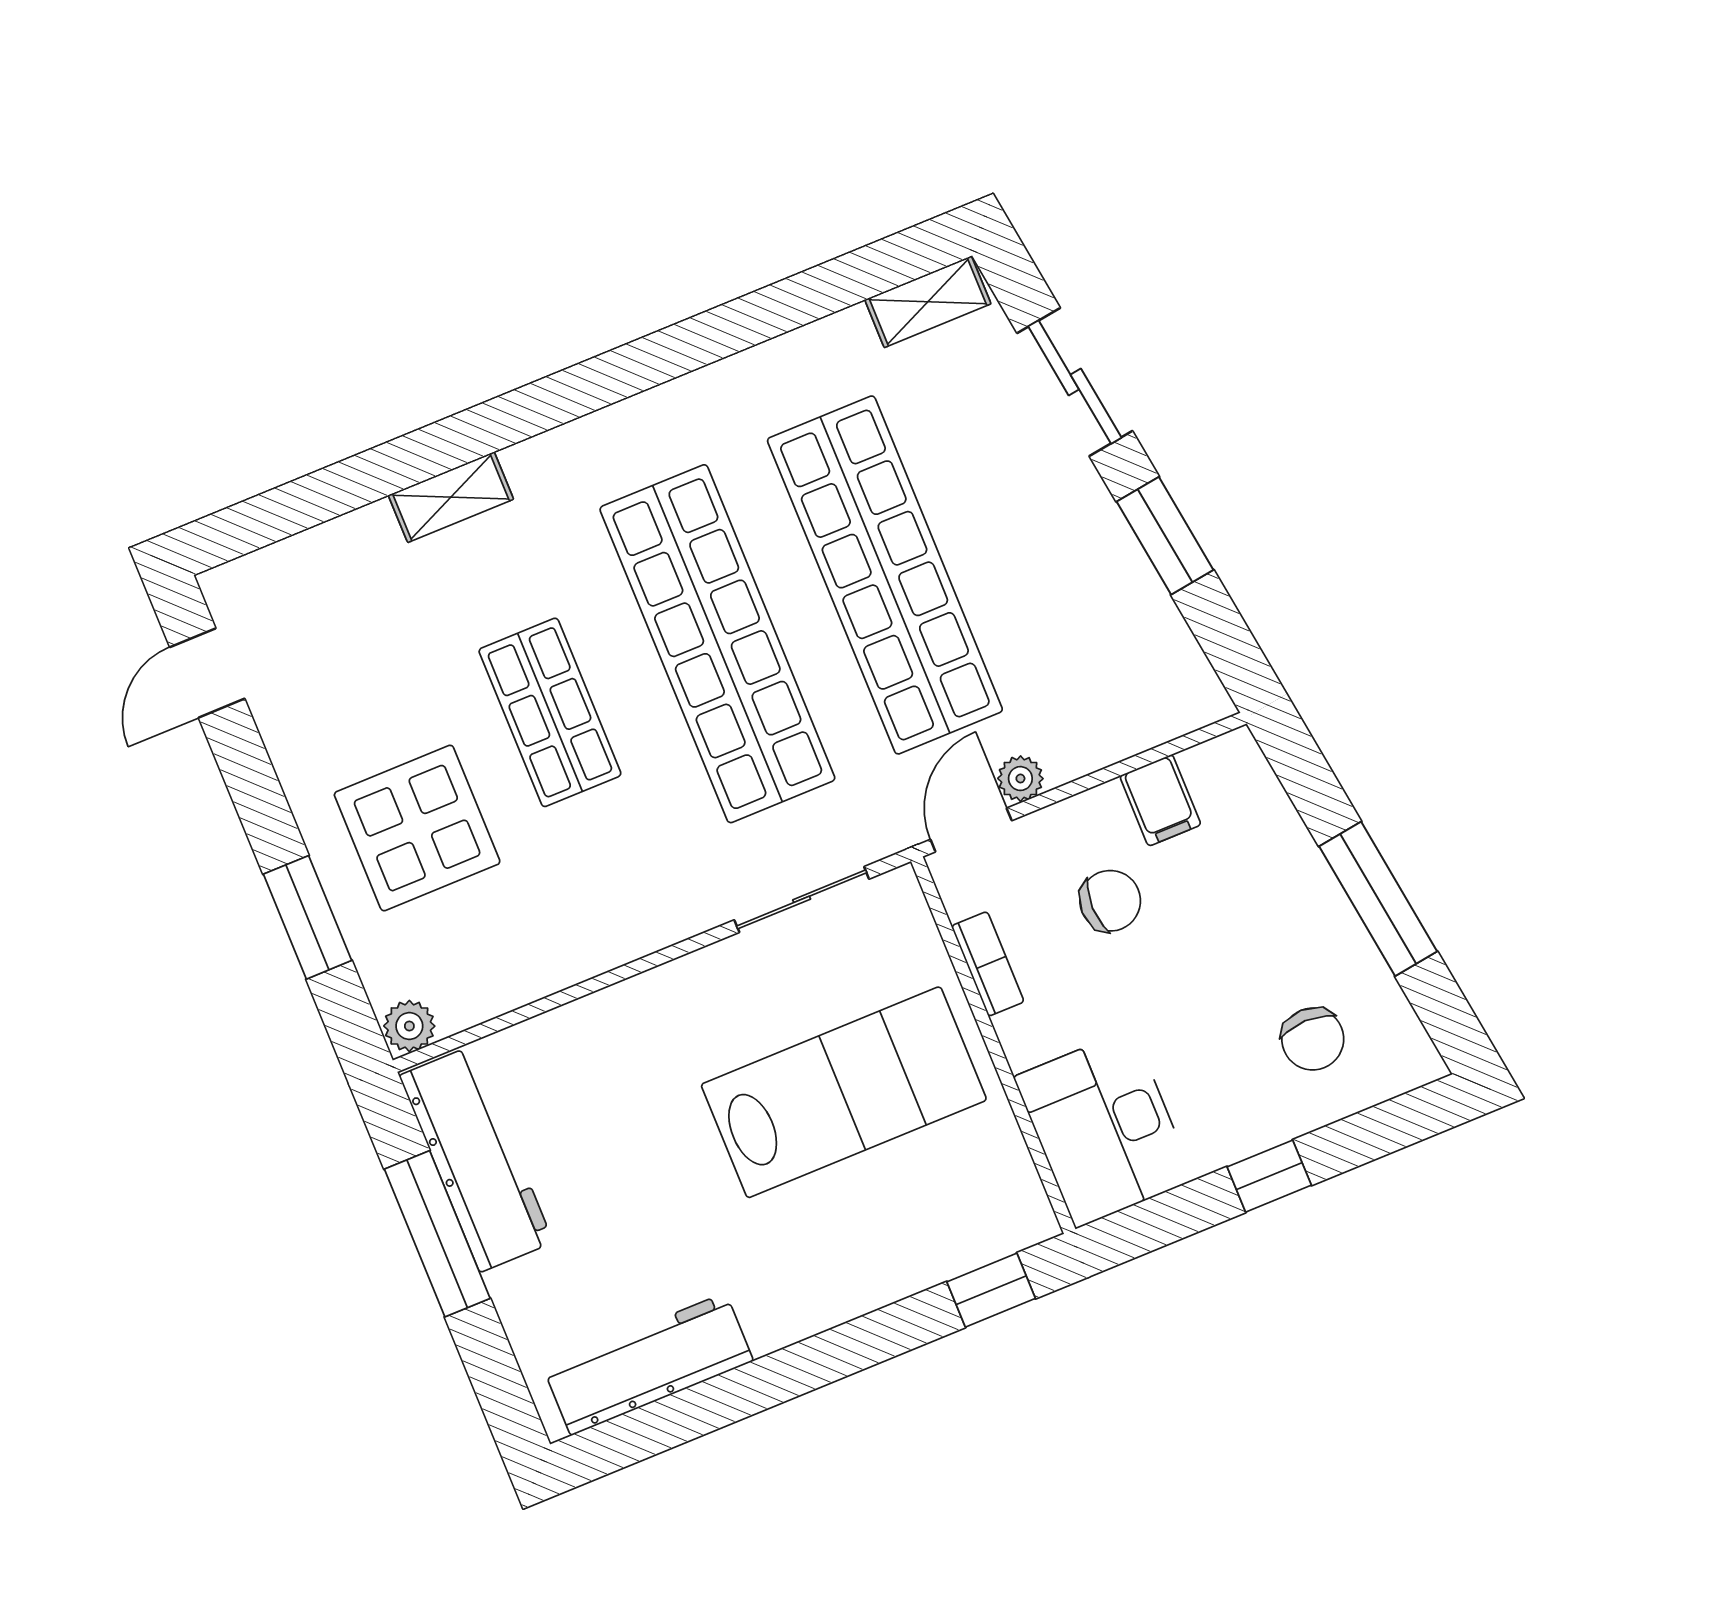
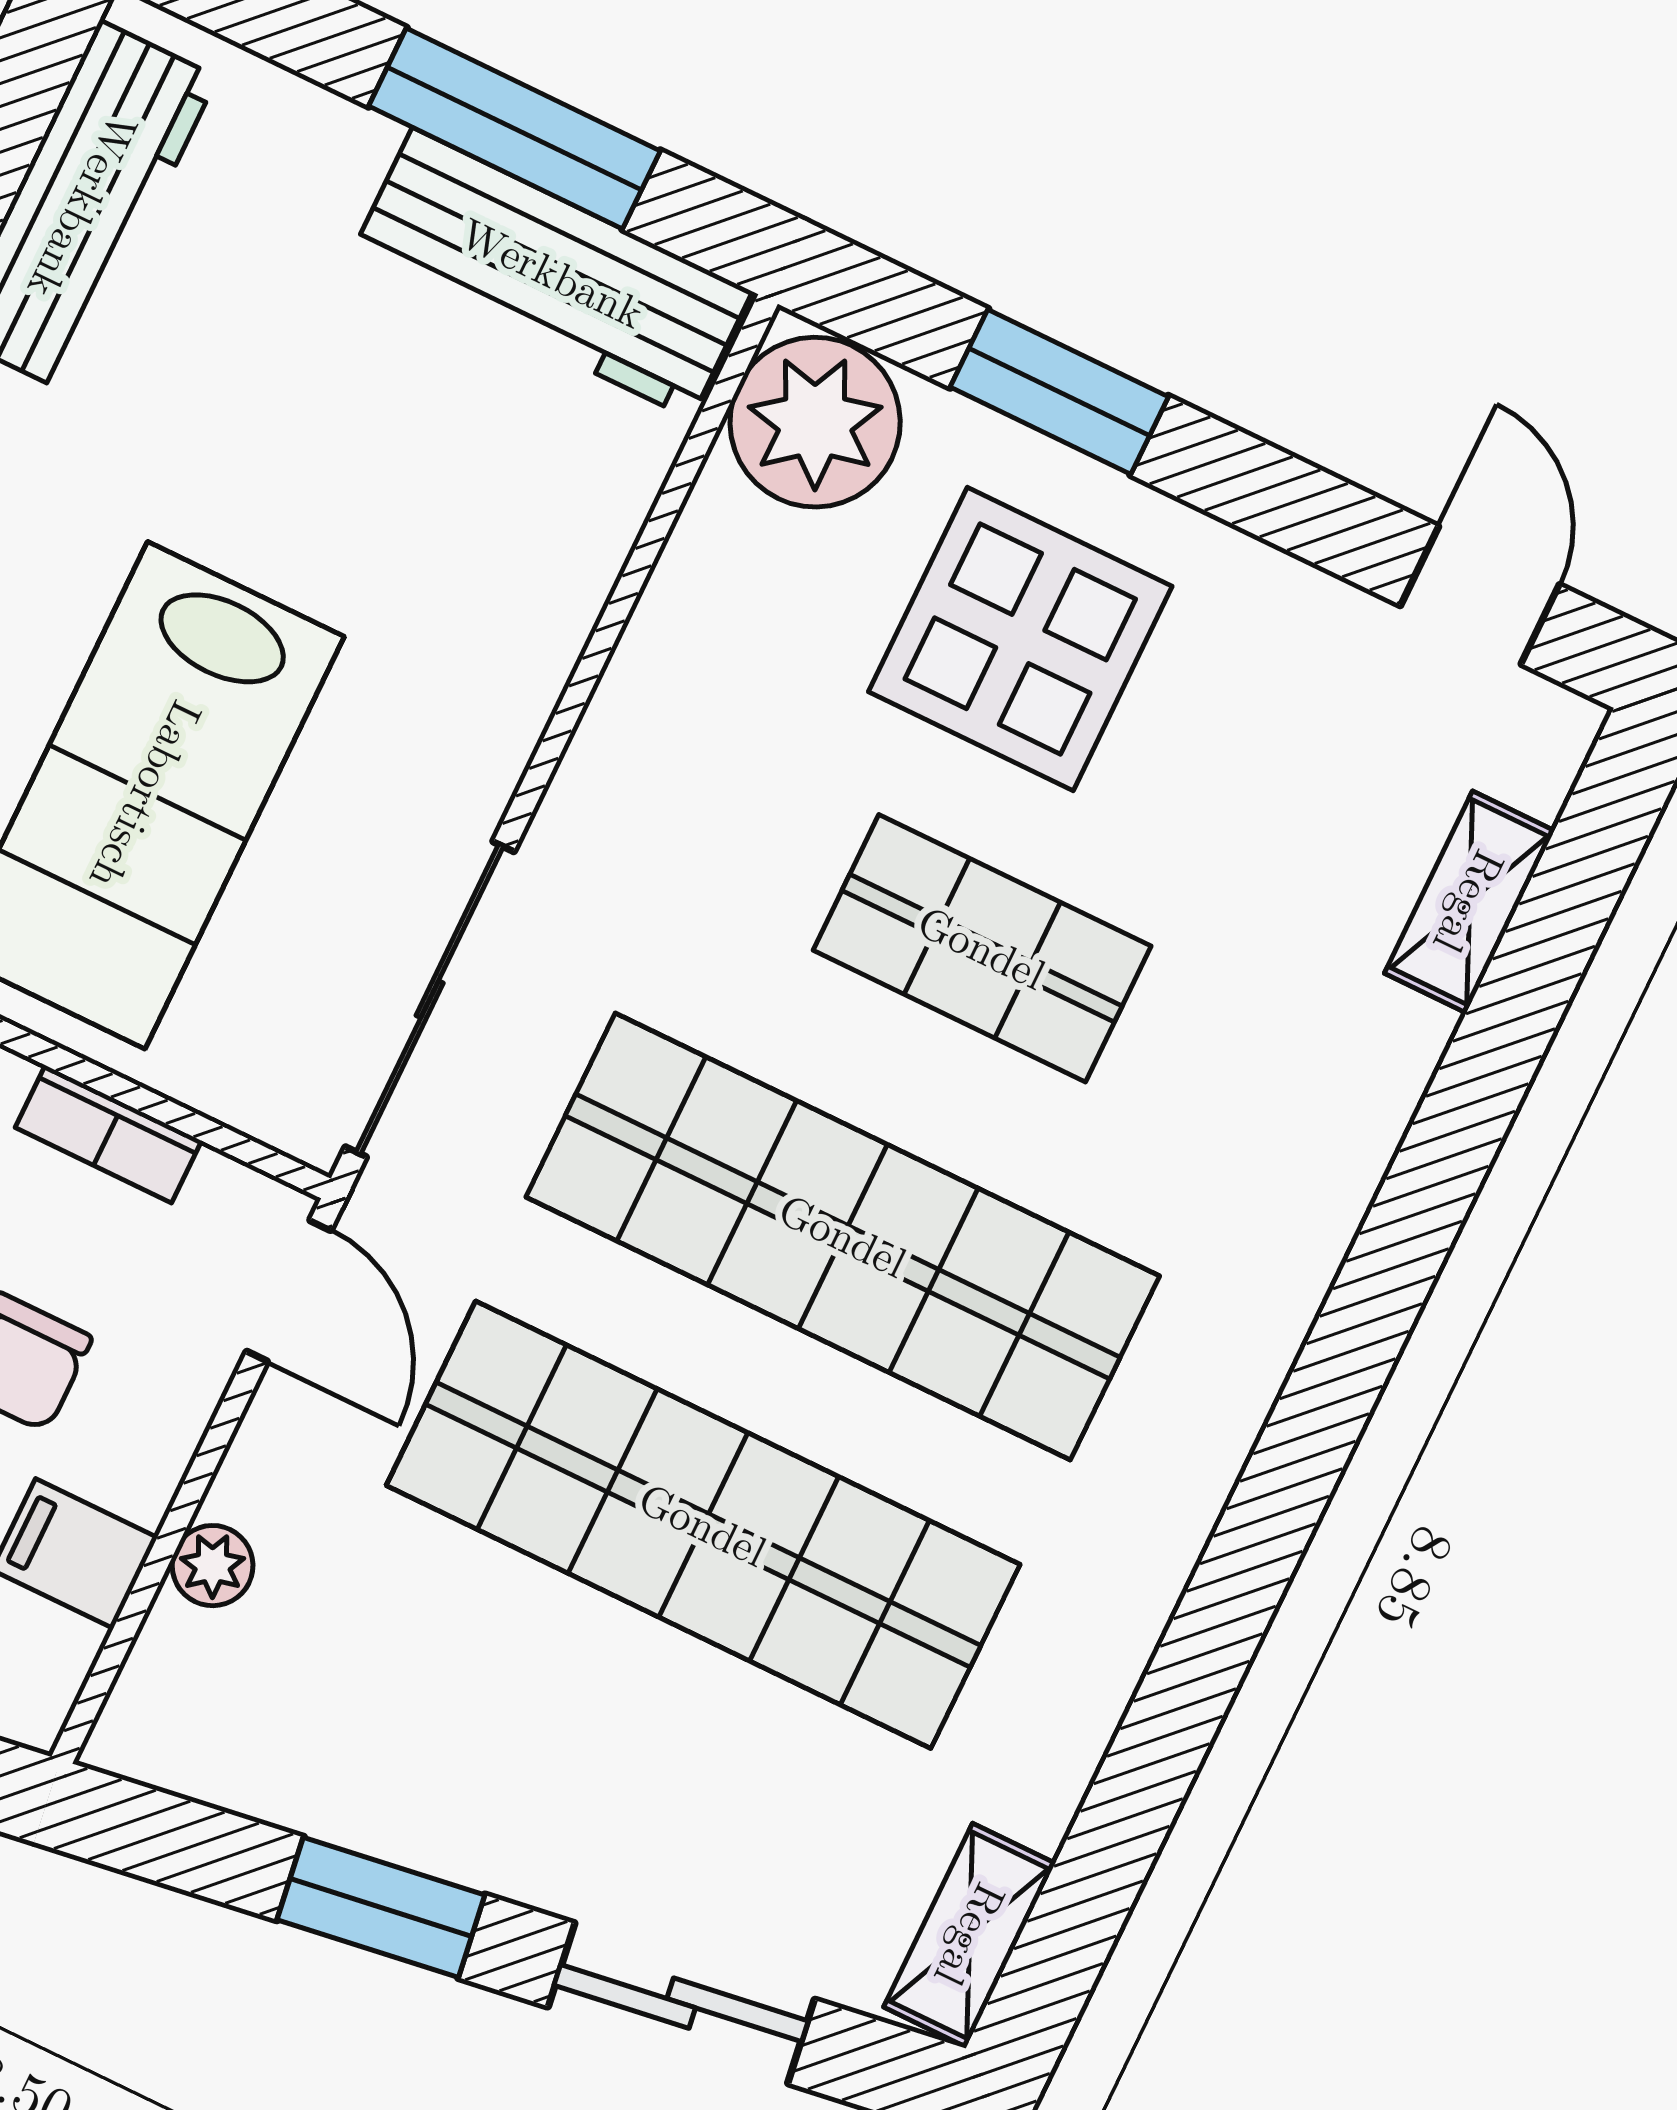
shelving: (451, 497) -> (1469, 902), moved
plant: (1020, 779) -> (213, 1566), moved
sliding door: (802, 899) -> (430, 999), width x1.37
plant: (409, 1026) -> (815, 422), width x1.88, depth x1.88

